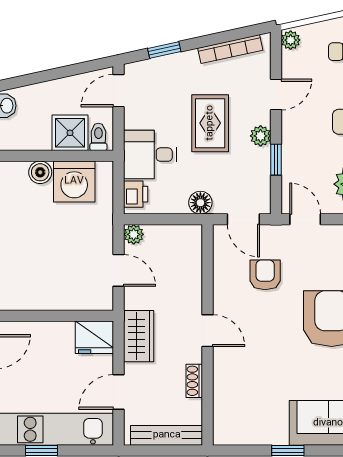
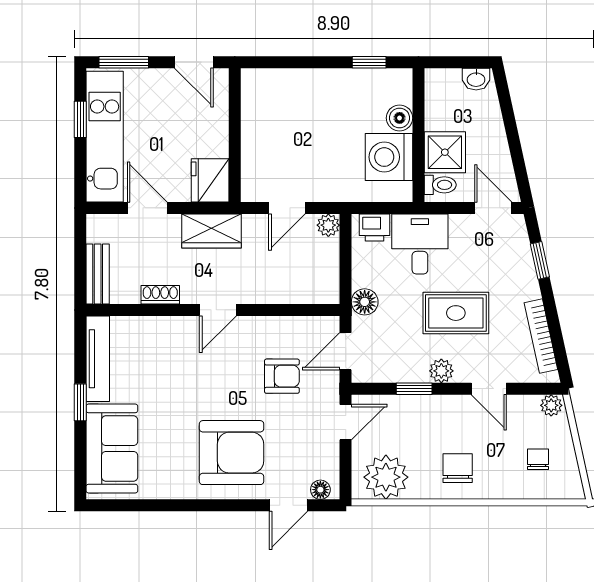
bench: (167, 435) -> (98, 274), width x0.73
tv unit: (250, 435) -> (98, 359), added

